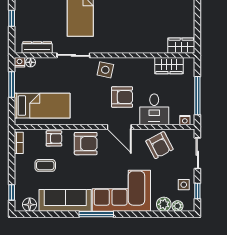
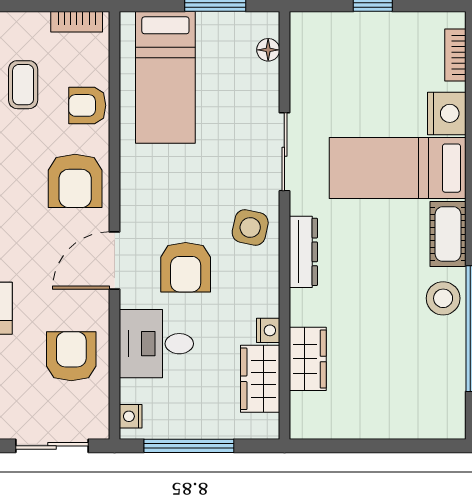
wardrobe: (181, 46) -> (308, 359), moved
dresser: (37, 47) -> (303, 252), moved
nightstand: (20, 62) -> (268, 330), moved
armchair: (54, 138) -> (87, 105), turned 90
armchair: (160, 145) -> (71, 356), turned 118

